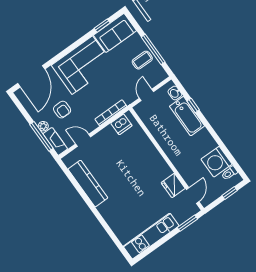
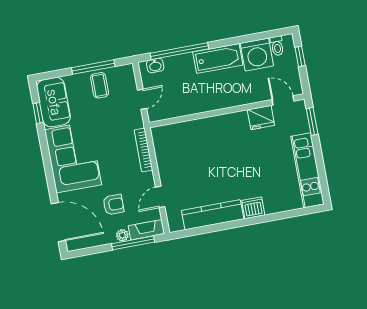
door: (147, 95) -> (142, 99), swing flipped
window: (193, 105) -> (179, 51), width x3.17
bathtub: (187, 116) -> (218, 58), moved
dishwasher: (121, 124) -> (253, 208), moved, turned -90

